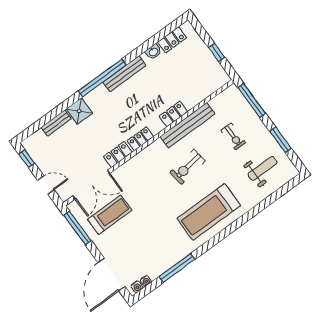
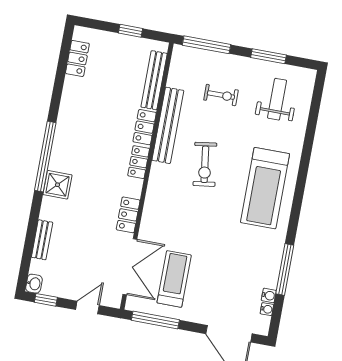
washbasin: (153, 52) -> (34, 284), moved
bench: (124, 74) -> (154, 80), moved
shower: (79, 111) -> (57, 185), moved
locker: (140, 139) -> (139, 162), moved
water cooler: (137, 287) -> (269, 295), moved

